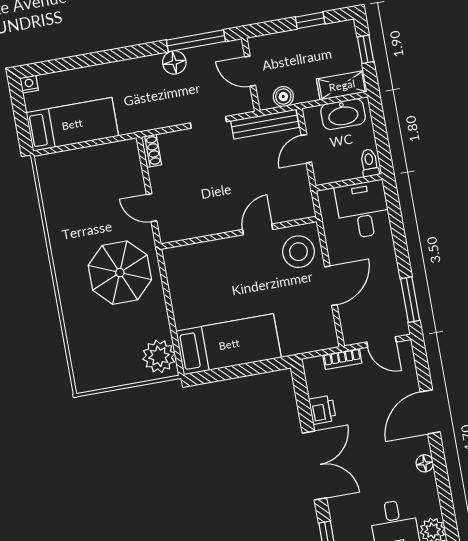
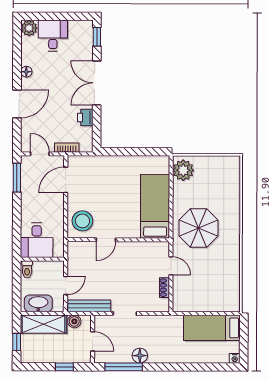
window: (310, 20) -> (64, 367), moved
shelving: (342, 85) -> (43, 324), width x1.50, depth x1.33
shoe rack: (151, 151) -> (164, 288), moved
door: (331, 286) -> (66, 180), moved
bed: (229, 344) -> (155, 206), moved, turned 90

